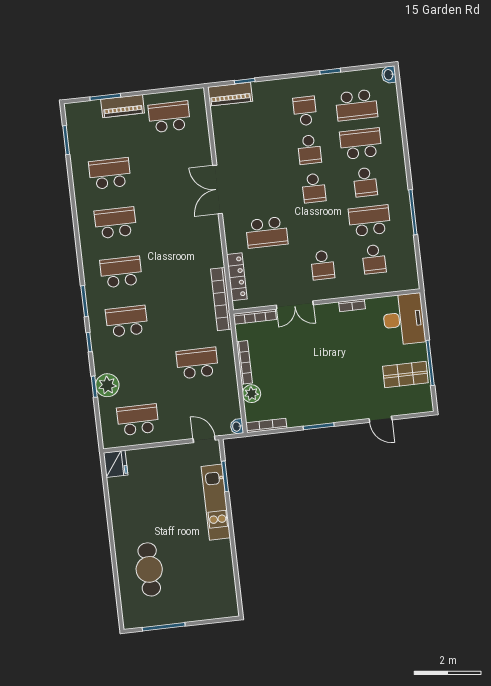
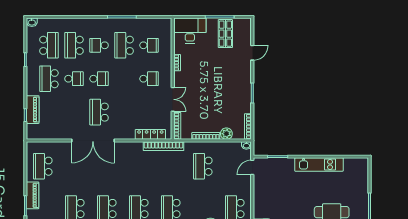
piano: (230, 94) -> (33, 110), moved
school desk: (305, 111) -> (49, 79), width x1.85
school desk: (365, 182) -> (99, 45), turned 180
double door: (218, 190) -> (93, 141), width x1.36
school desk: (267, 232) -> (99, 112), moved, turned 180
kitchen unit: (216, 502) -> (319, 165), moved

